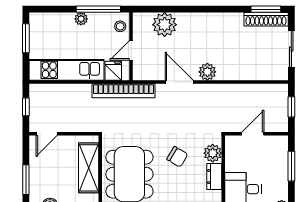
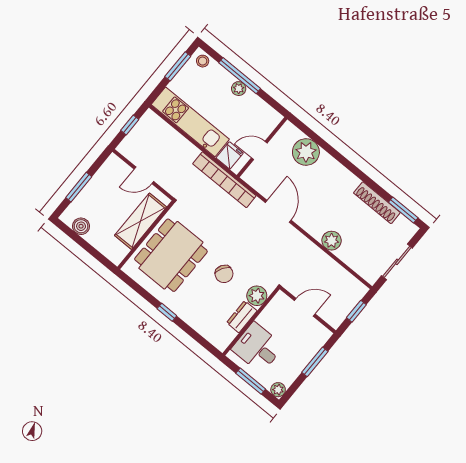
window: (98, 9) -> (240, 76), moved
shoe rack: (266, 19) -> (377, 203), moved
stool: (120, 26) -> (203, 61), moved
plant: (207, 72) -> (332, 241), moved
door: (47, 134) -> (144, 175), moved

